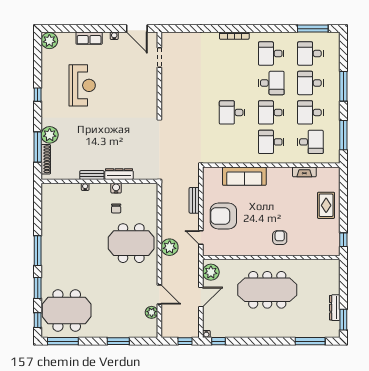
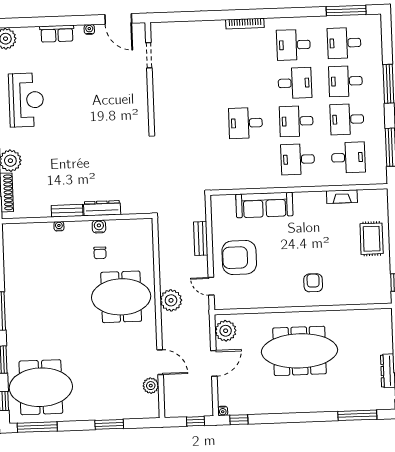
reception desk: (82, 85) -> (26, 100), moved

